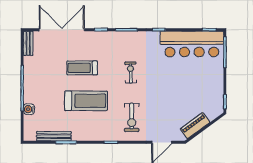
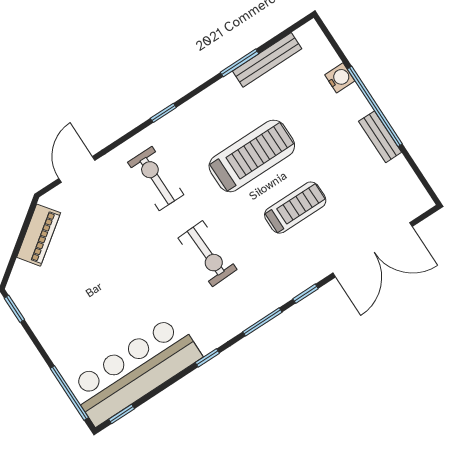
bench: (28, 43) -> (380, 137), moved
exercise bike: (131, 72) -> (208, 254), width x1.38, depth x1.39
treadmill: (86, 101) -> (252, 156), turned 180

